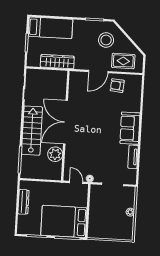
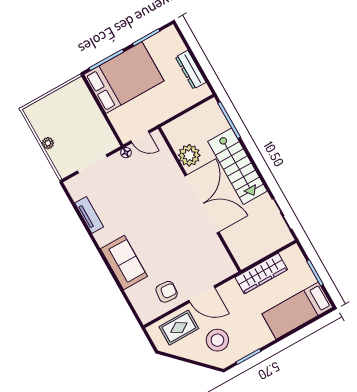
door: (98, 72) -> (202, 294), swing flipped
sofa: (130, 128) -> (124, 263), moved

